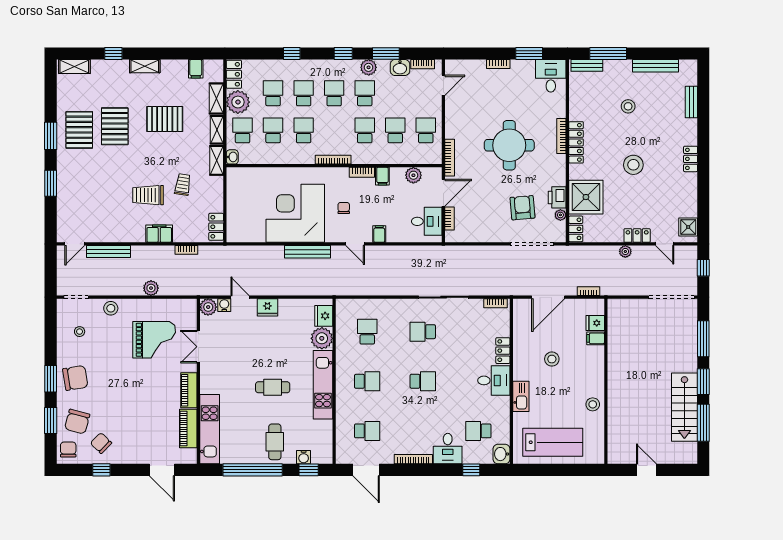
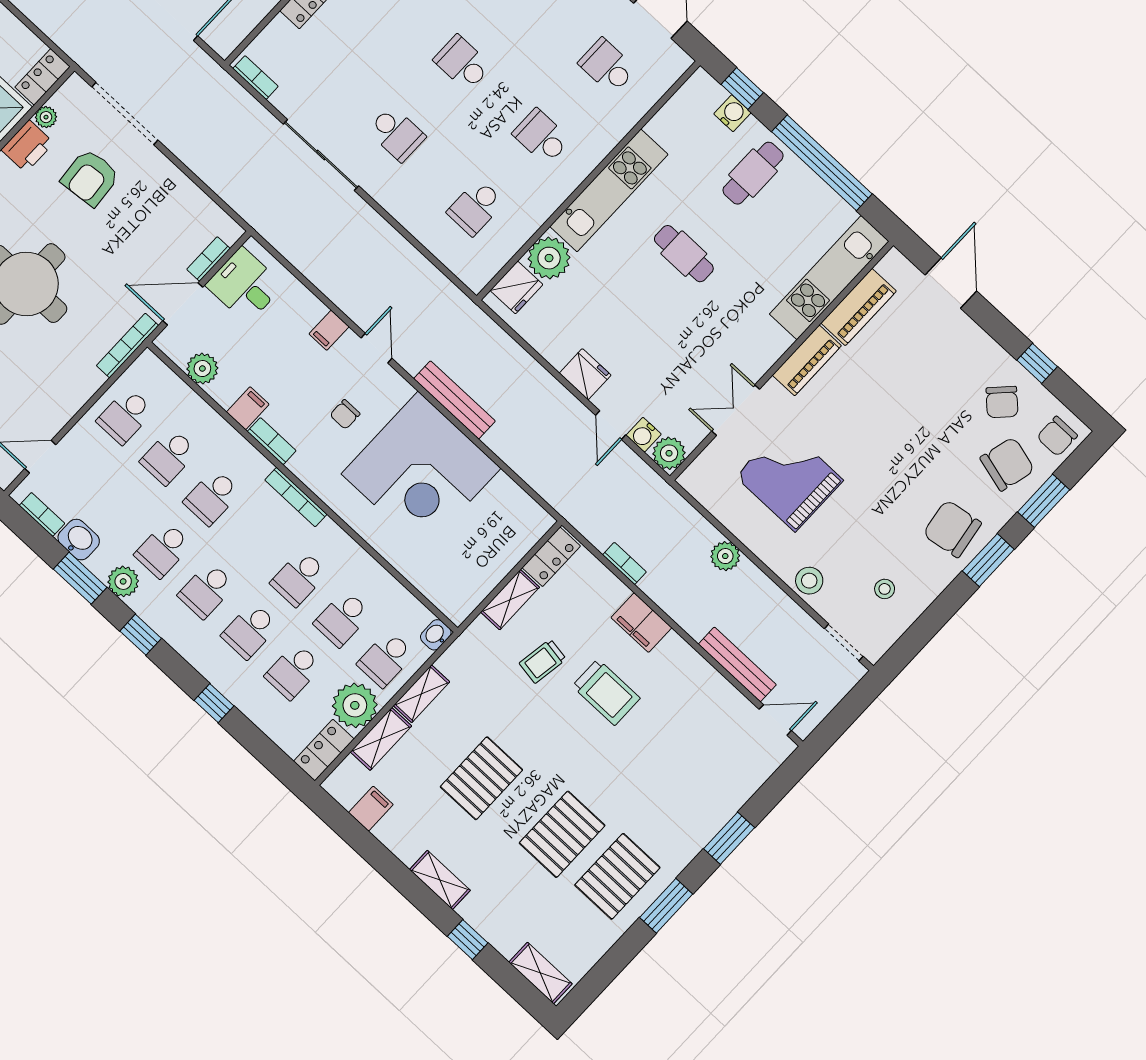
pallet: (165, 119) -> (481, 778), turned 90
shelving: (217, 160) -> (510, 600), moved
double door: (198, 347) -> (736, 410), swing flipped

